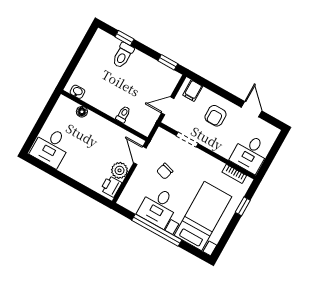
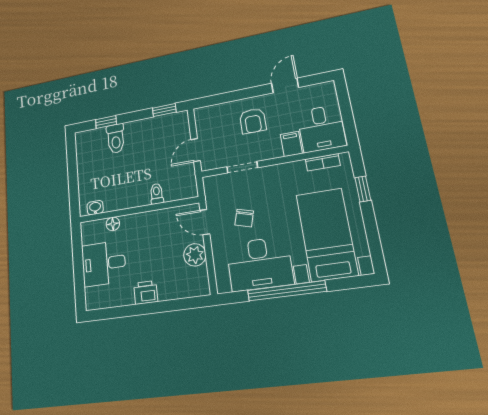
filing cabinet: (193, 91) -> (291, 144), moved, turned 180
door: (252, 109) -> (285, 85), hinge flipped
desk: (51, 147) -> (104, 263), moved, turned 90
printer: (111, 186) -> (146, 292), moved, turned 90
desk: (158, 207) -> (259, 264), width x1.37

